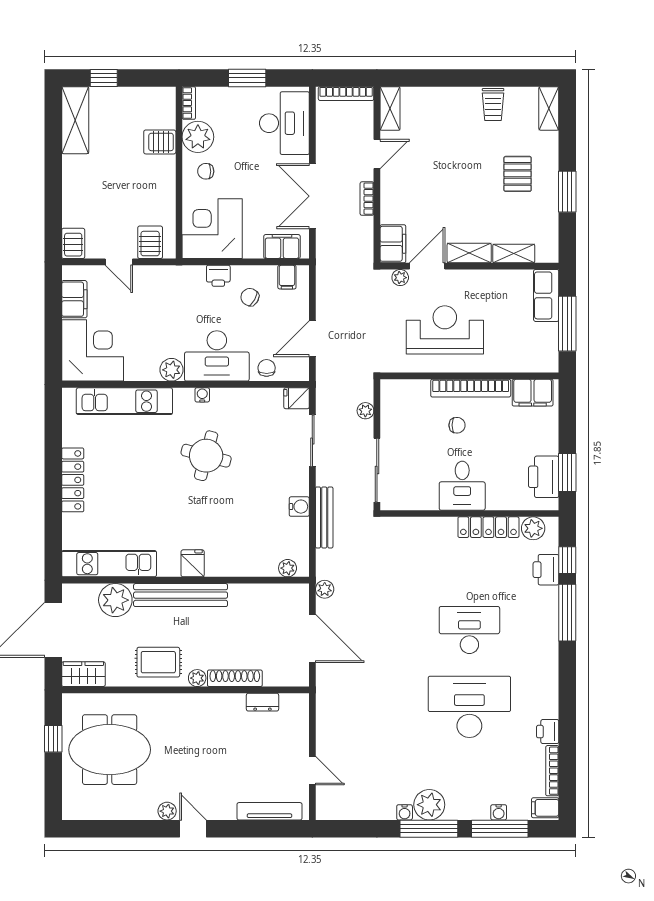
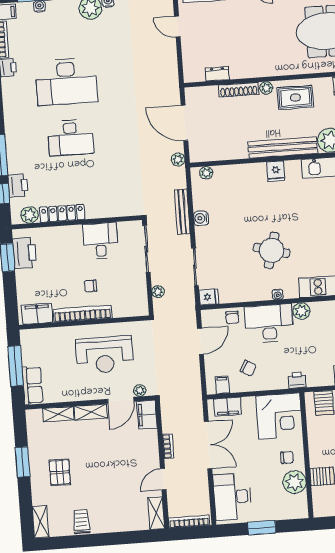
bookcase: (189, 103) -> (303, 506), removed
printer: (218, 276) -> (297, 380), moved
desk: (462, 486) -> (100, 241), moved

